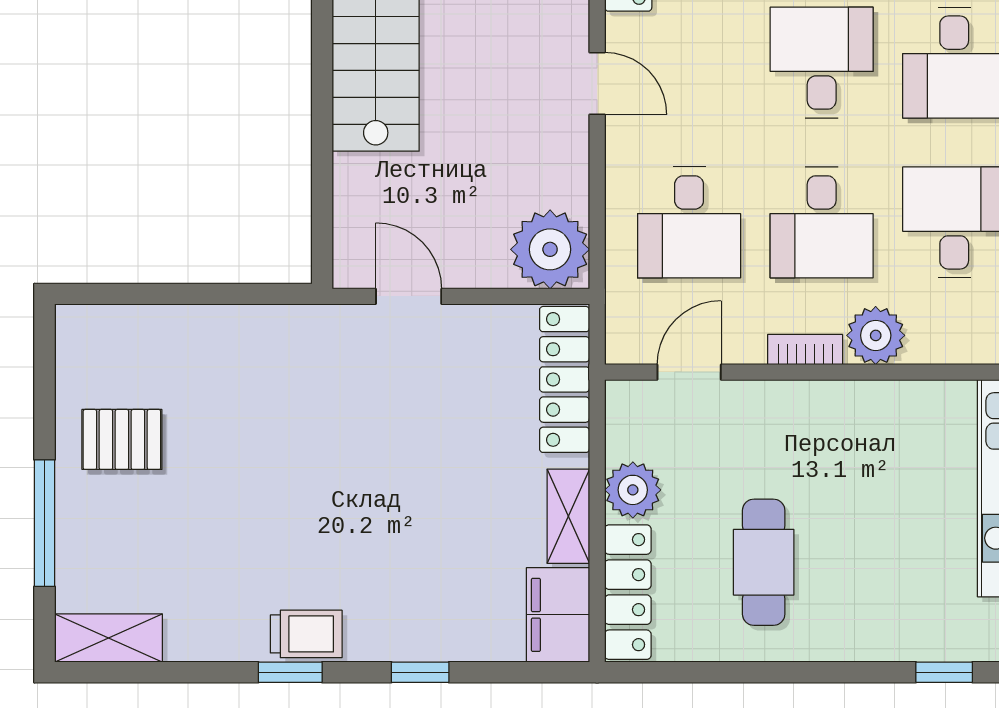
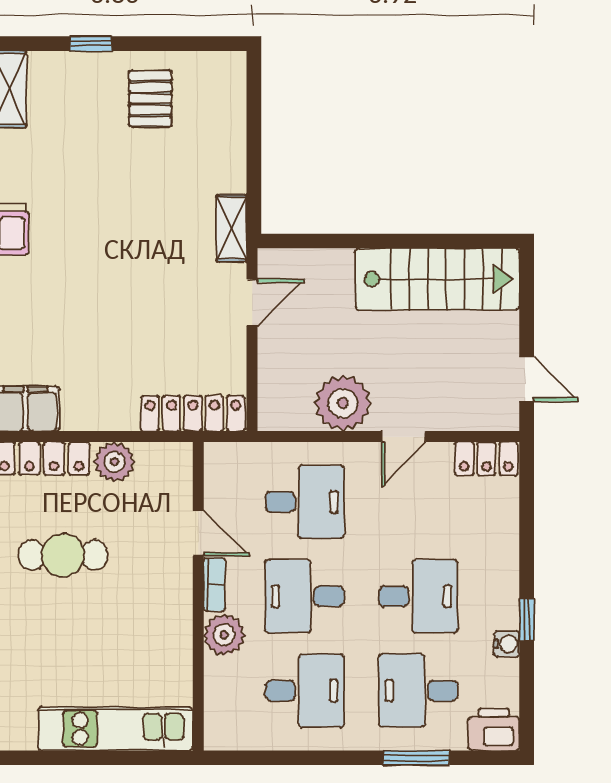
desk: (689, 222) -> (305, 502), turned 180
plant: (550, 249) -> (343, 403), moved
door: (689, 372) -> (198, 533), moved
shelving: (568, 516) -> (232, 228), moved, turned 90
window: (45, 523) -> (91, 44), width x0.46

